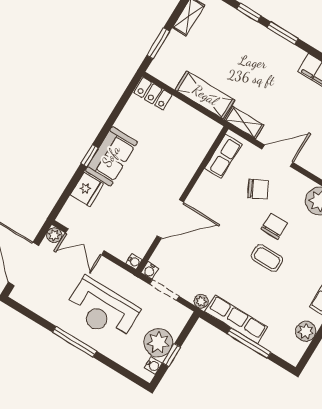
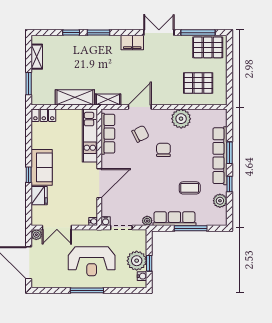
kitchen unit: (194, 153) -> (90, 136), added
row of seats: (223, 156) -> (108, 134), width x1.48
coffee table: (267, 258) -> (190, 188), moved

